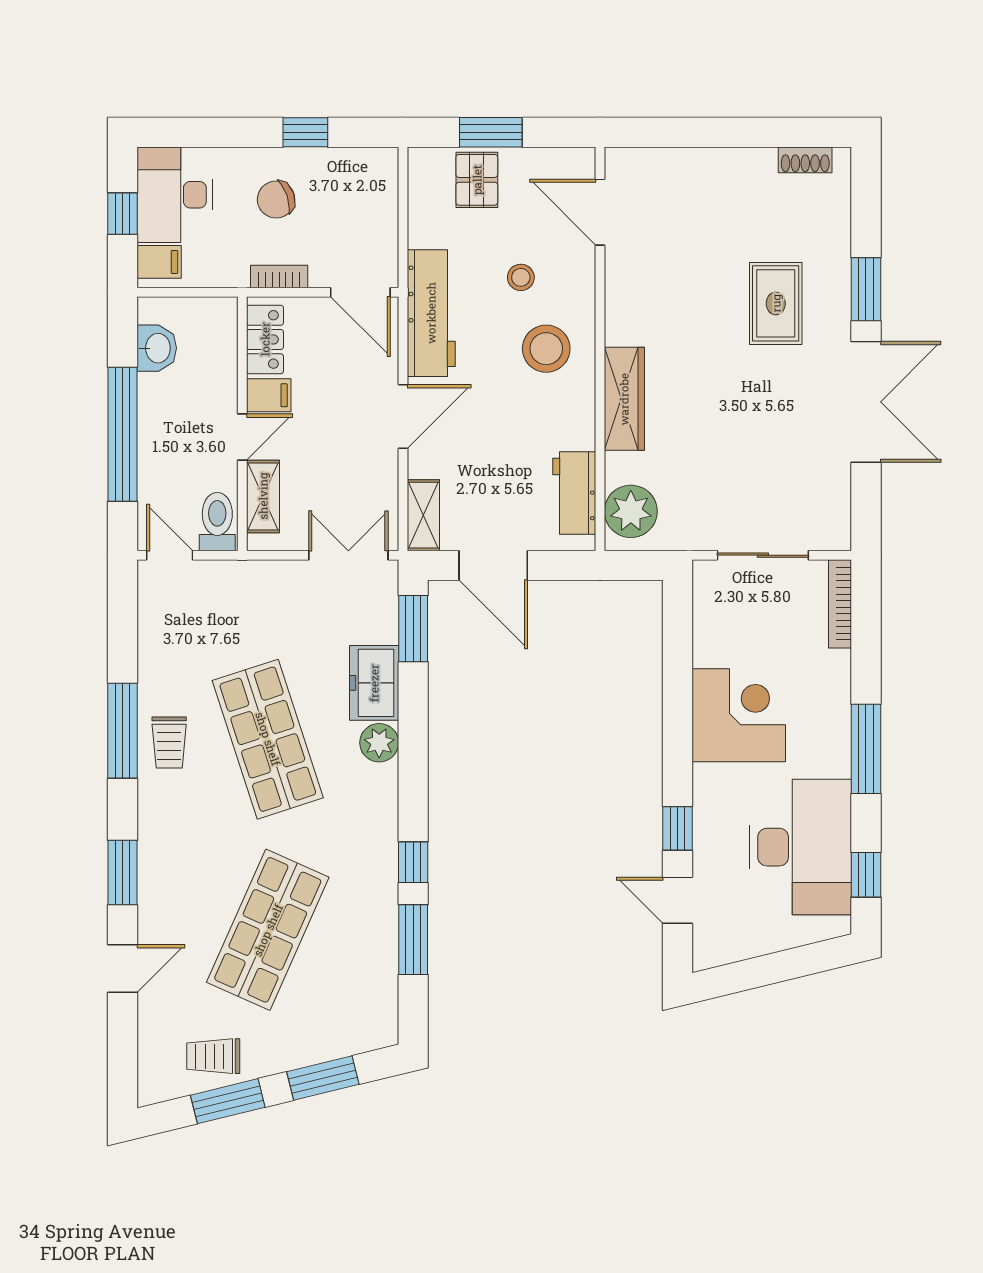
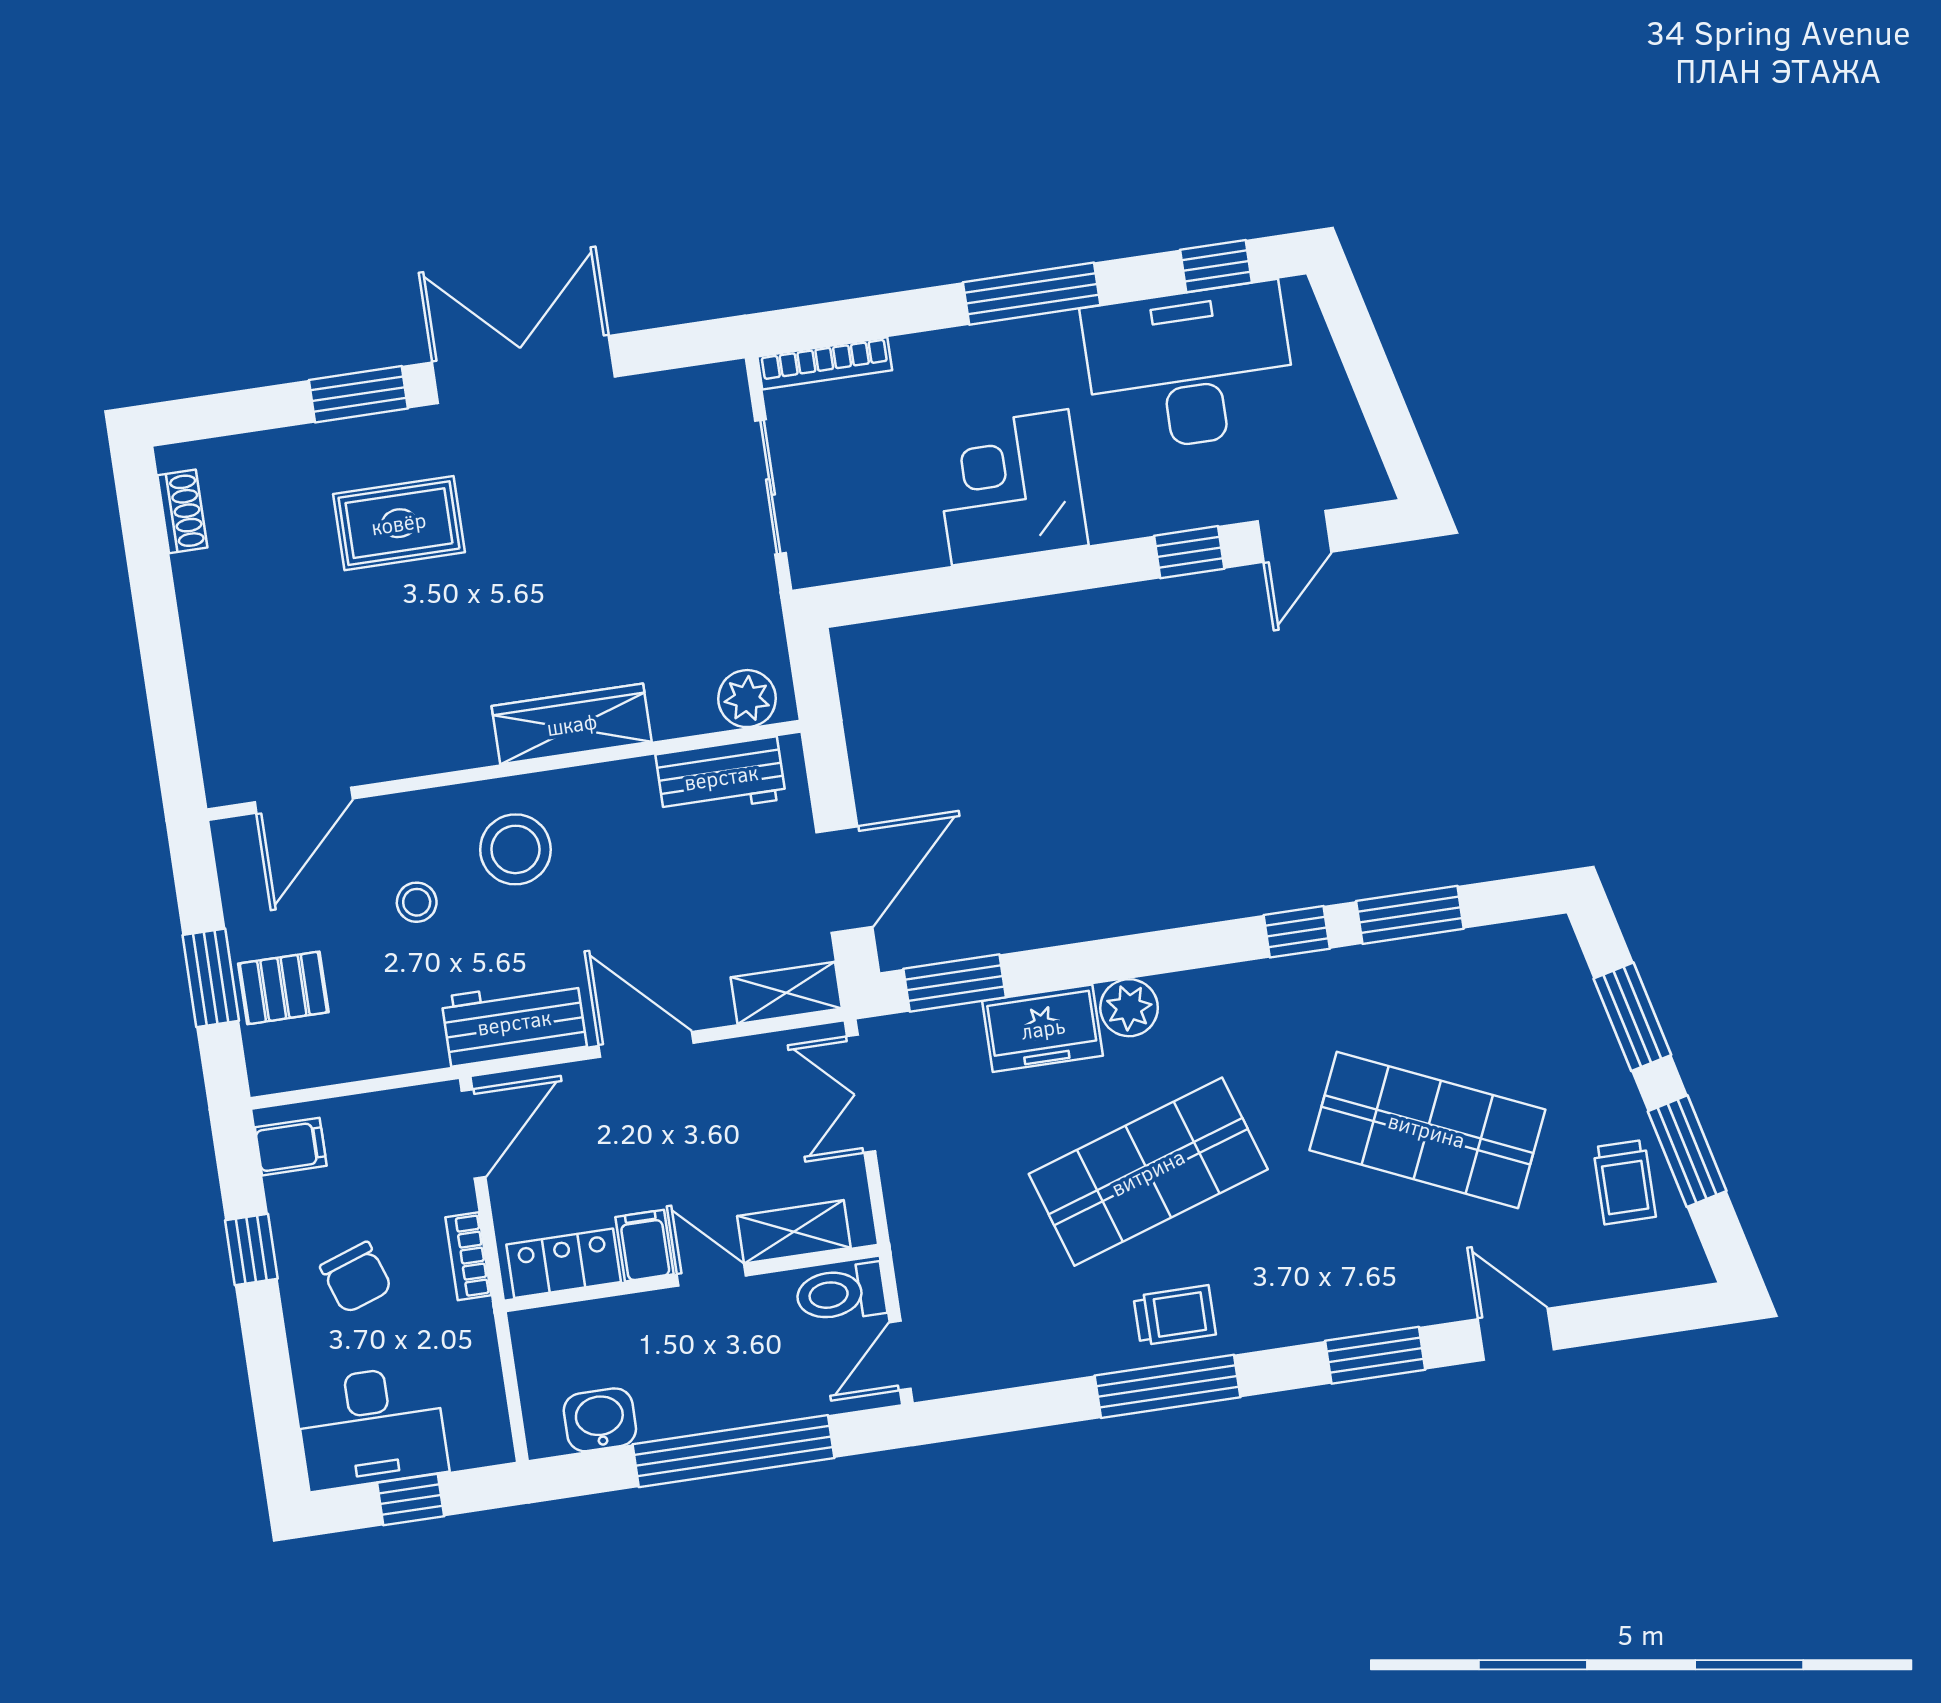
filing cabinet: (159, 262) -> (291, 1147), moved, turned 90
workbench: (431, 313) -> (514, 1022), width x0.73
plant: (631, 511) -> (747, 699), width x0.73, depth x0.73

